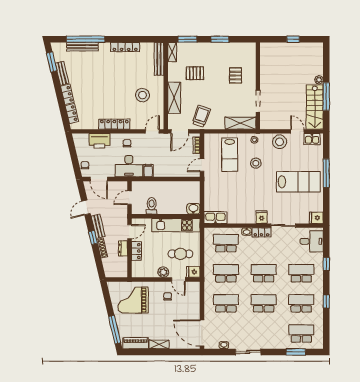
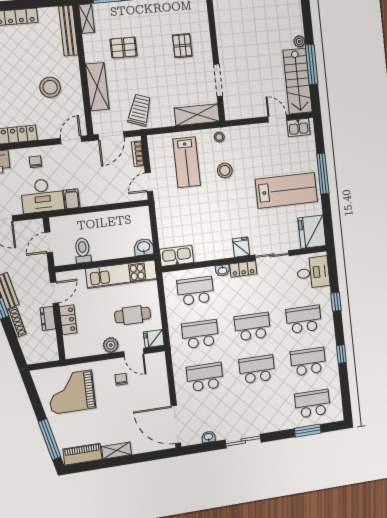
stool: (280, 142) -> (254, 136), removed
fridge: (316, 218) -> (312, 232), width x1.88, depth x1.34

